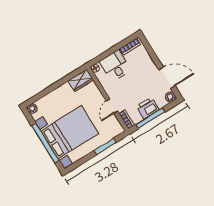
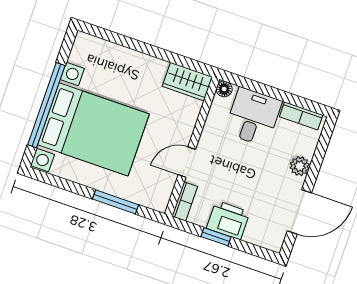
door: (167, 78) -> (299, 212), hinge flipped
plant: (170, 97) -> (300, 166), moved
plant: (32, 109) -> (83, 42), removed
window: (150, 118) -> (216, 237), width x0.46

